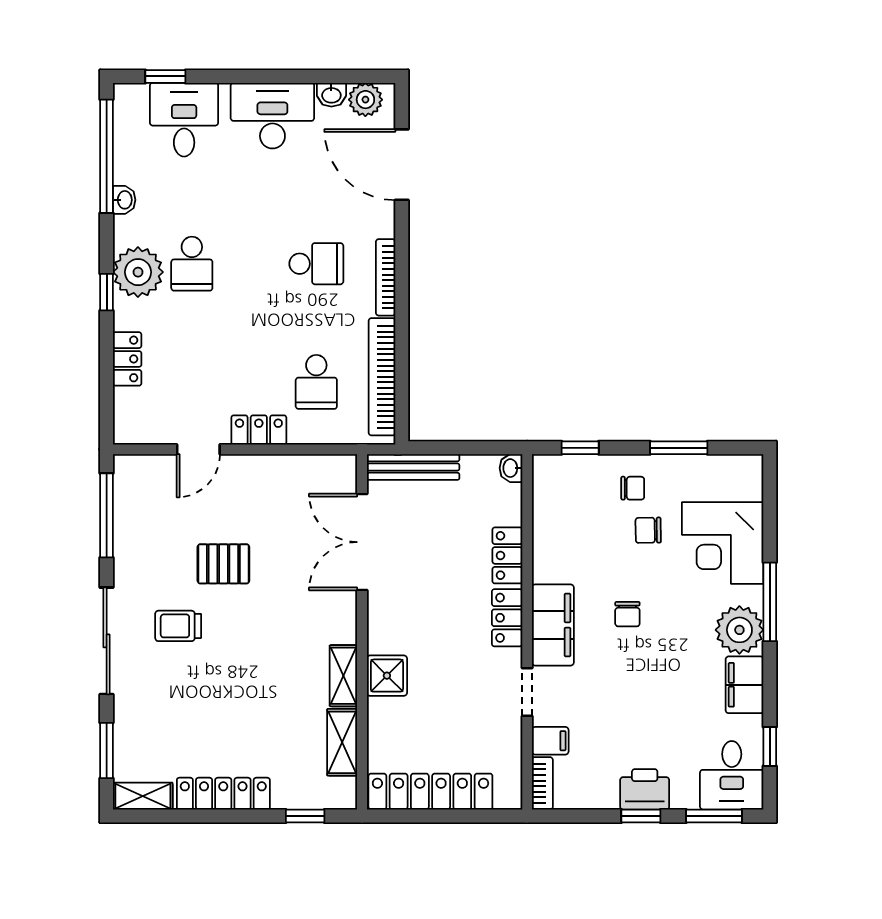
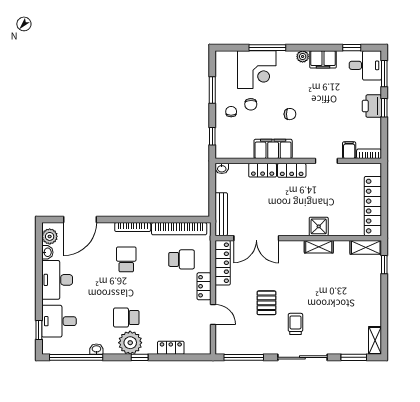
school desk: (192, 264) -> (126, 318), turned 180
window: (770, 602) -> (267, 48), moved
filing cabinet: (553, 625) -> (273, 149), moved
trolley: (178, 626) -> (295, 324), turned 180
plant: (739, 630) -> (303, 56), width x0.53, depth x0.53
shelving: (342, 742) -> (366, 247), moved
locker: (223, 794) -> (223, 263), moved, turned 180

